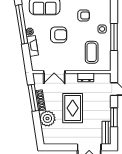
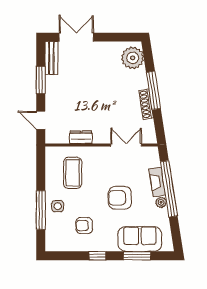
window: (22, 24) -> (169, 189), moved
window: (114, 37) -> (41, 210), moved
window: (33, 98) -> (153, 90), moved
rug: (73, 108) -> (100, 93), removed
plant: (47, 118) -> (133, 58), moved

